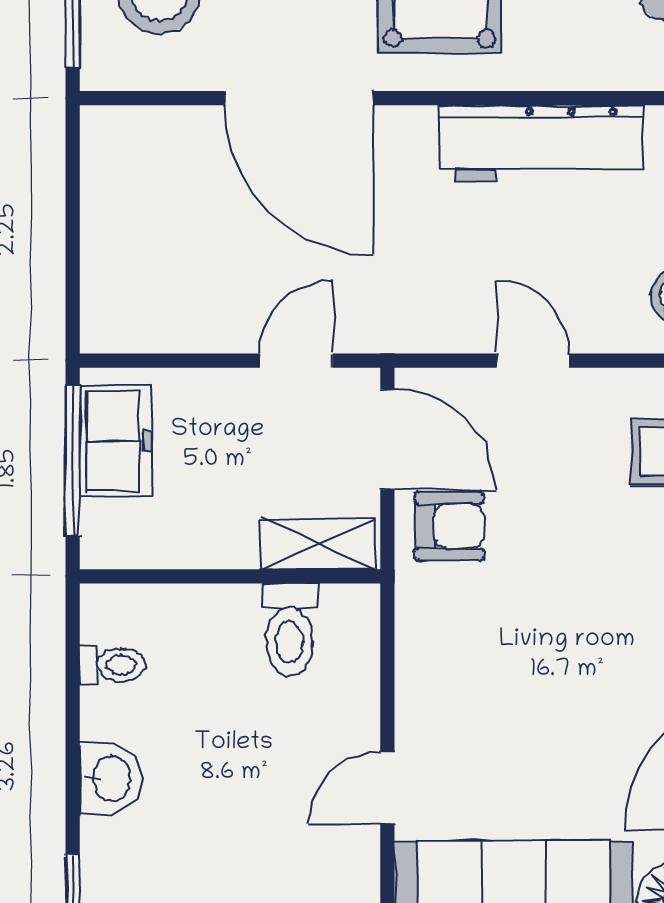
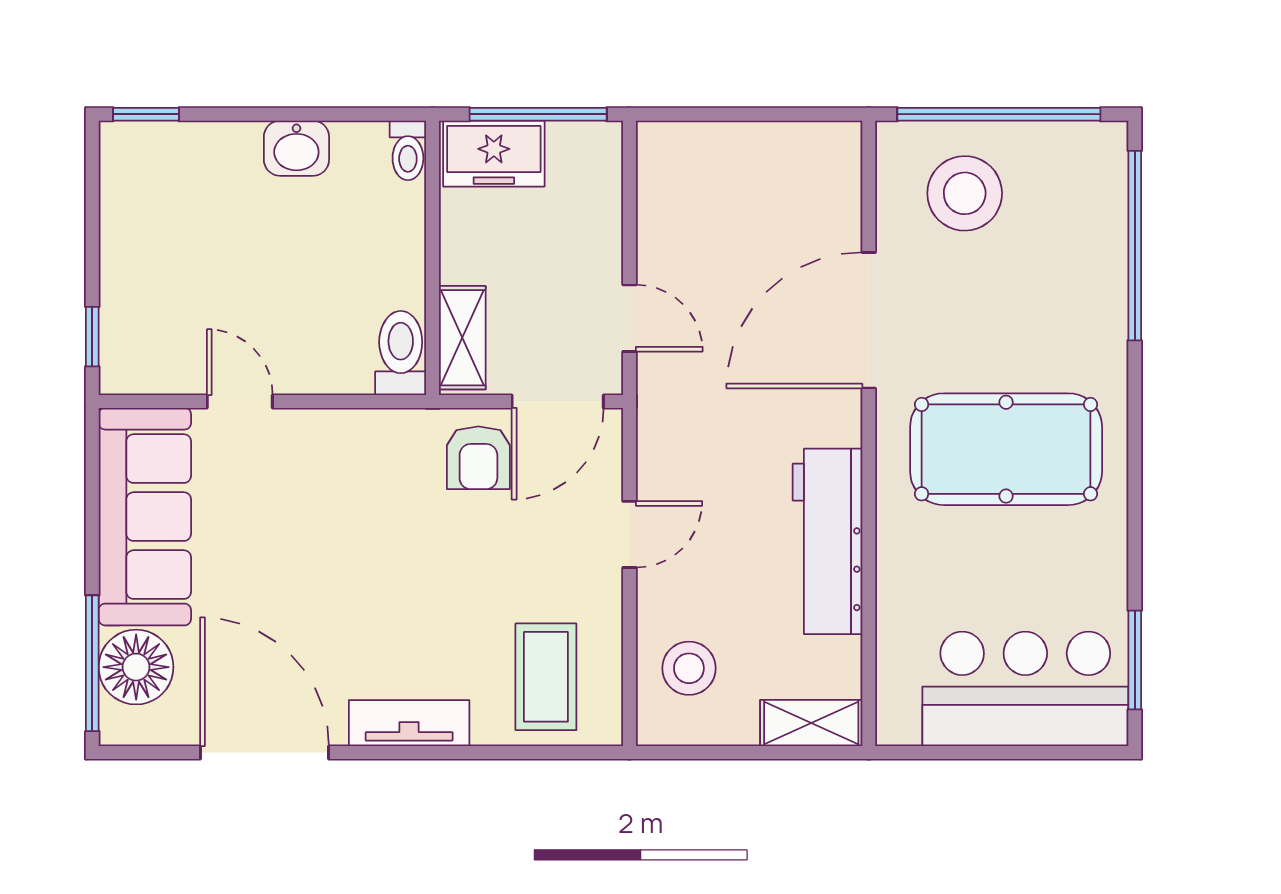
freezer: (116, 441) -> (494, 154), moved
toilet: (290, 629) -> (401, 353), moved, turned 90
toilet: (112, 665) -> (408, 150), moved
washbasin: (110, 779) -> (296, 148), moved

